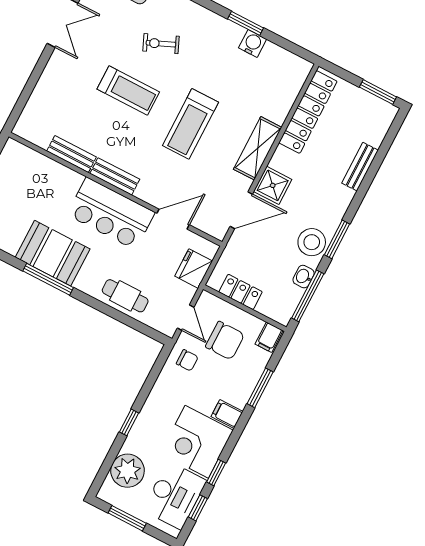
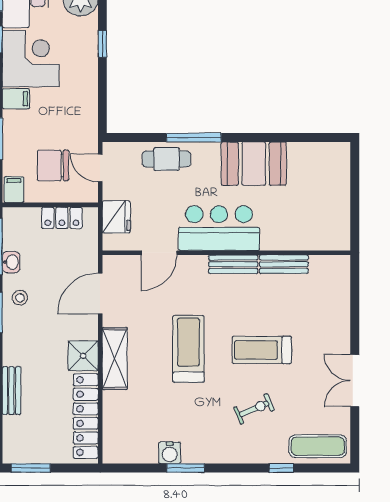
shower: (273, 185) -> (83, 356), moved
stool: (312, 242) -> (20, 298), width x0.53, depth x0.53
window: (48, 279) -> (194, 137), moved
chair: (187, 360) -> (78, 129), removed

